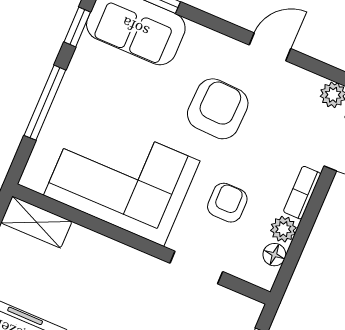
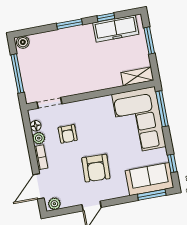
window: (45, 103) -> (162, 109), moved
corner sofa: (122, 178) -> (139, 120), moved, turned 90
doorway: (196, 267) -> (49, 103), moved

